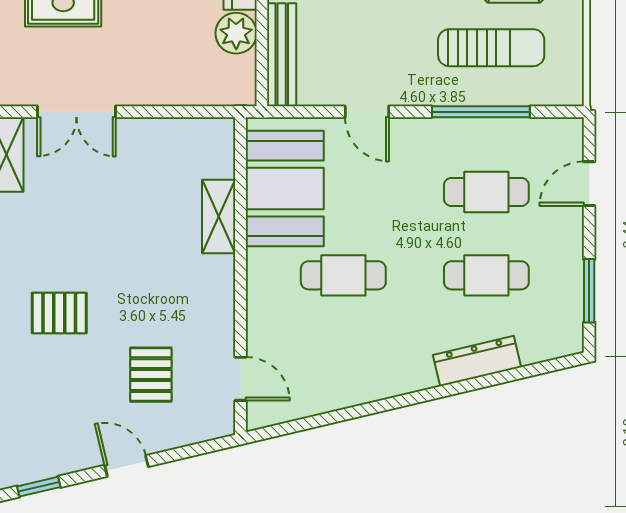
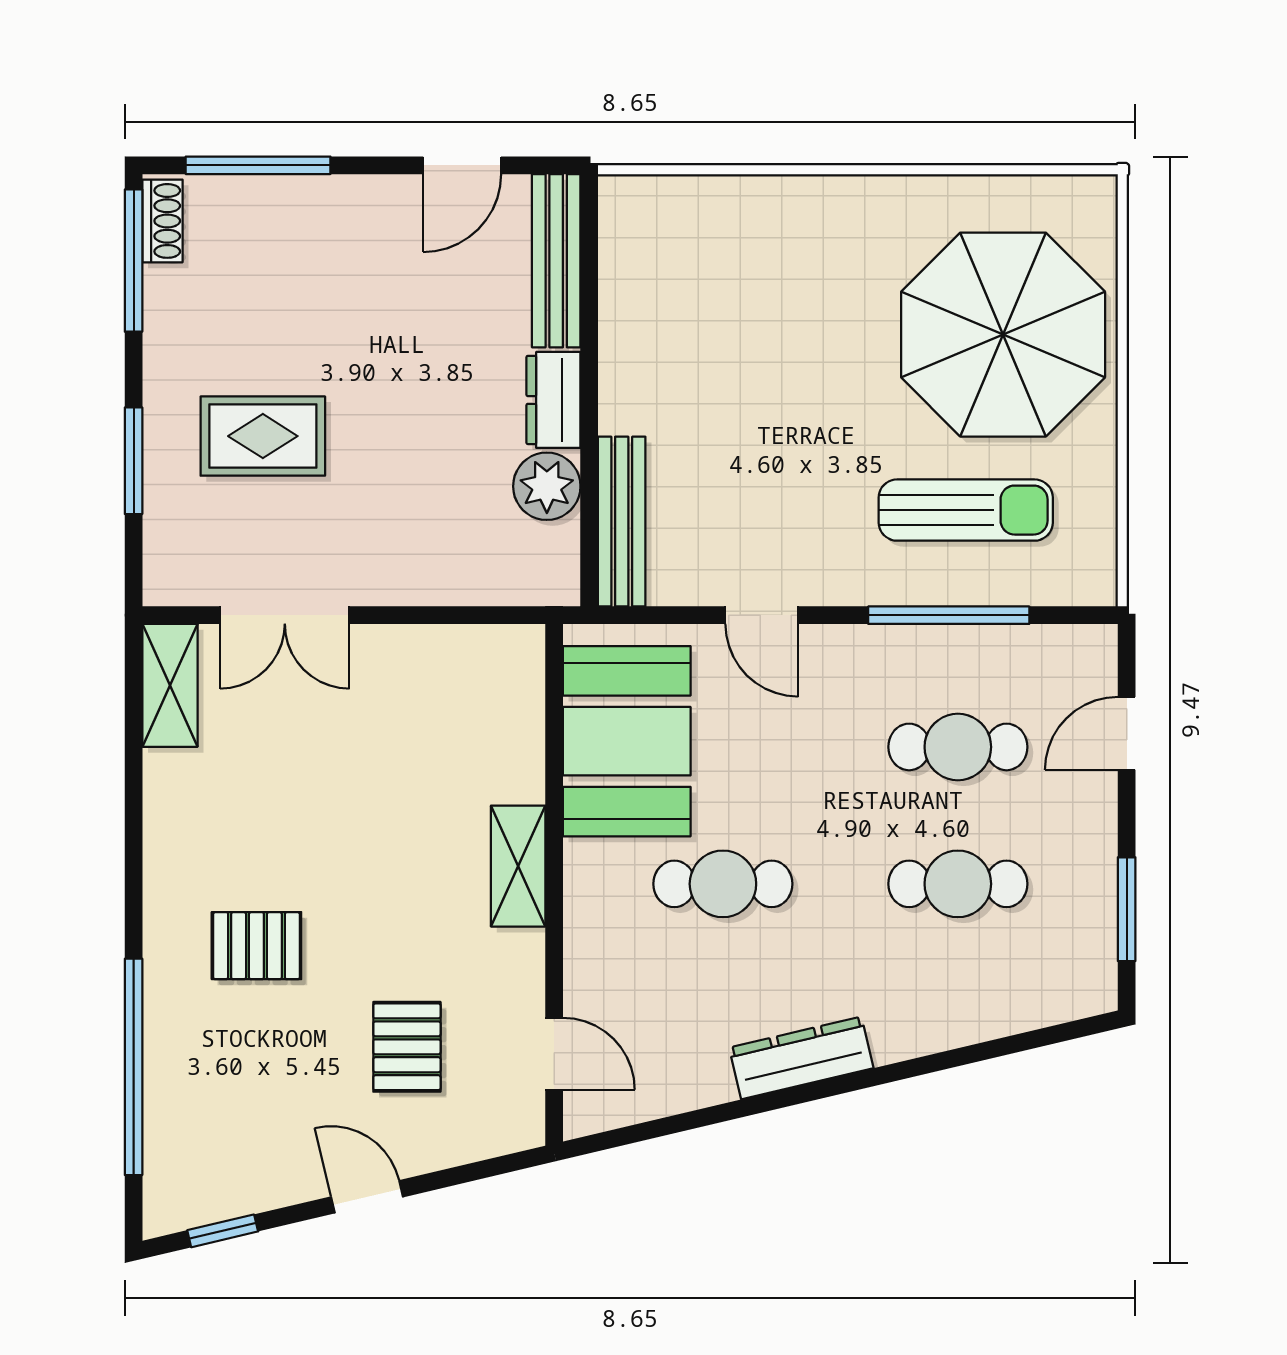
shelving: (219, 217) -> (518, 866), moved
dresser: (477, 361) -> (801, 1058), moved

